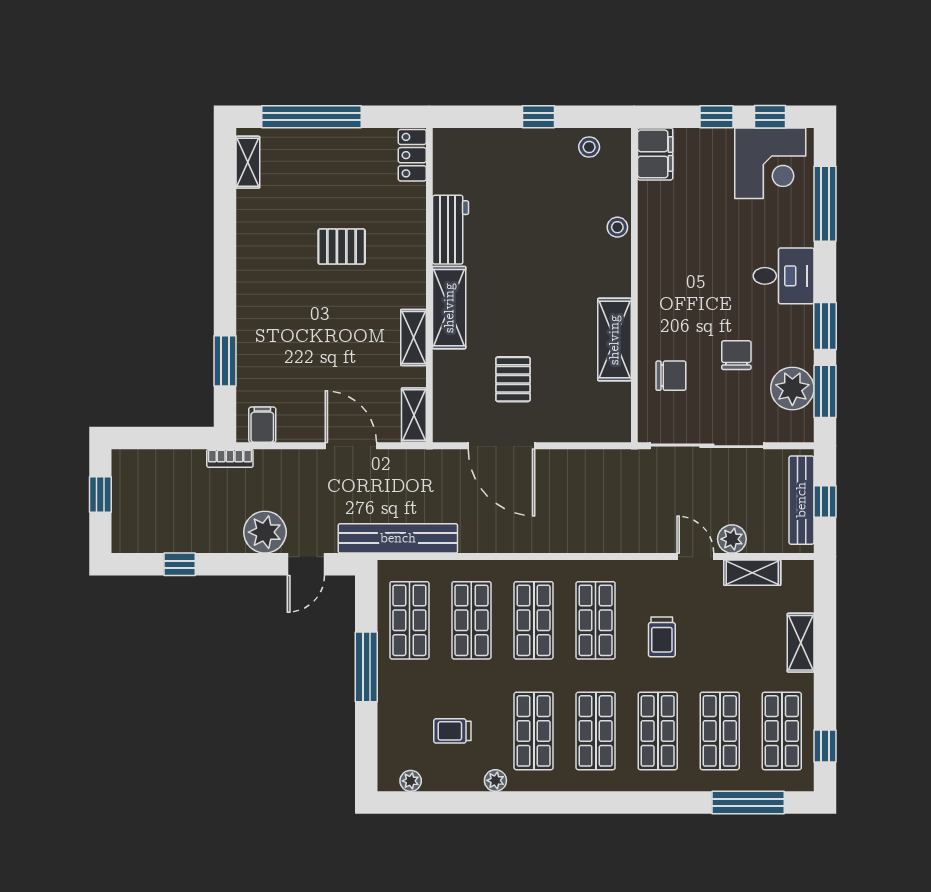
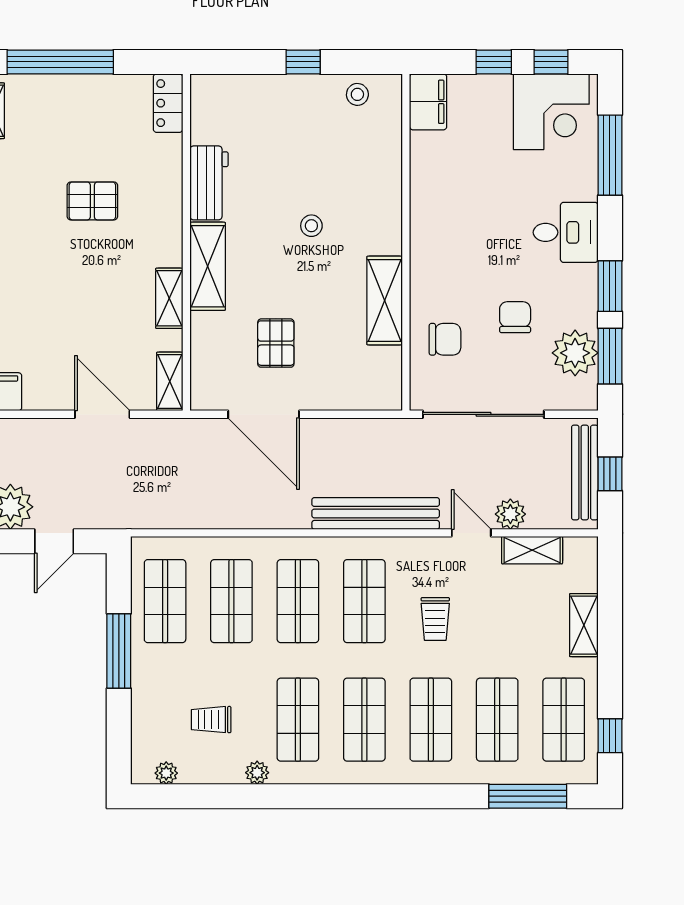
stool: (617, 227) -> (311, 226), moved
bench: (398, 538) -> (376, 513), moved

